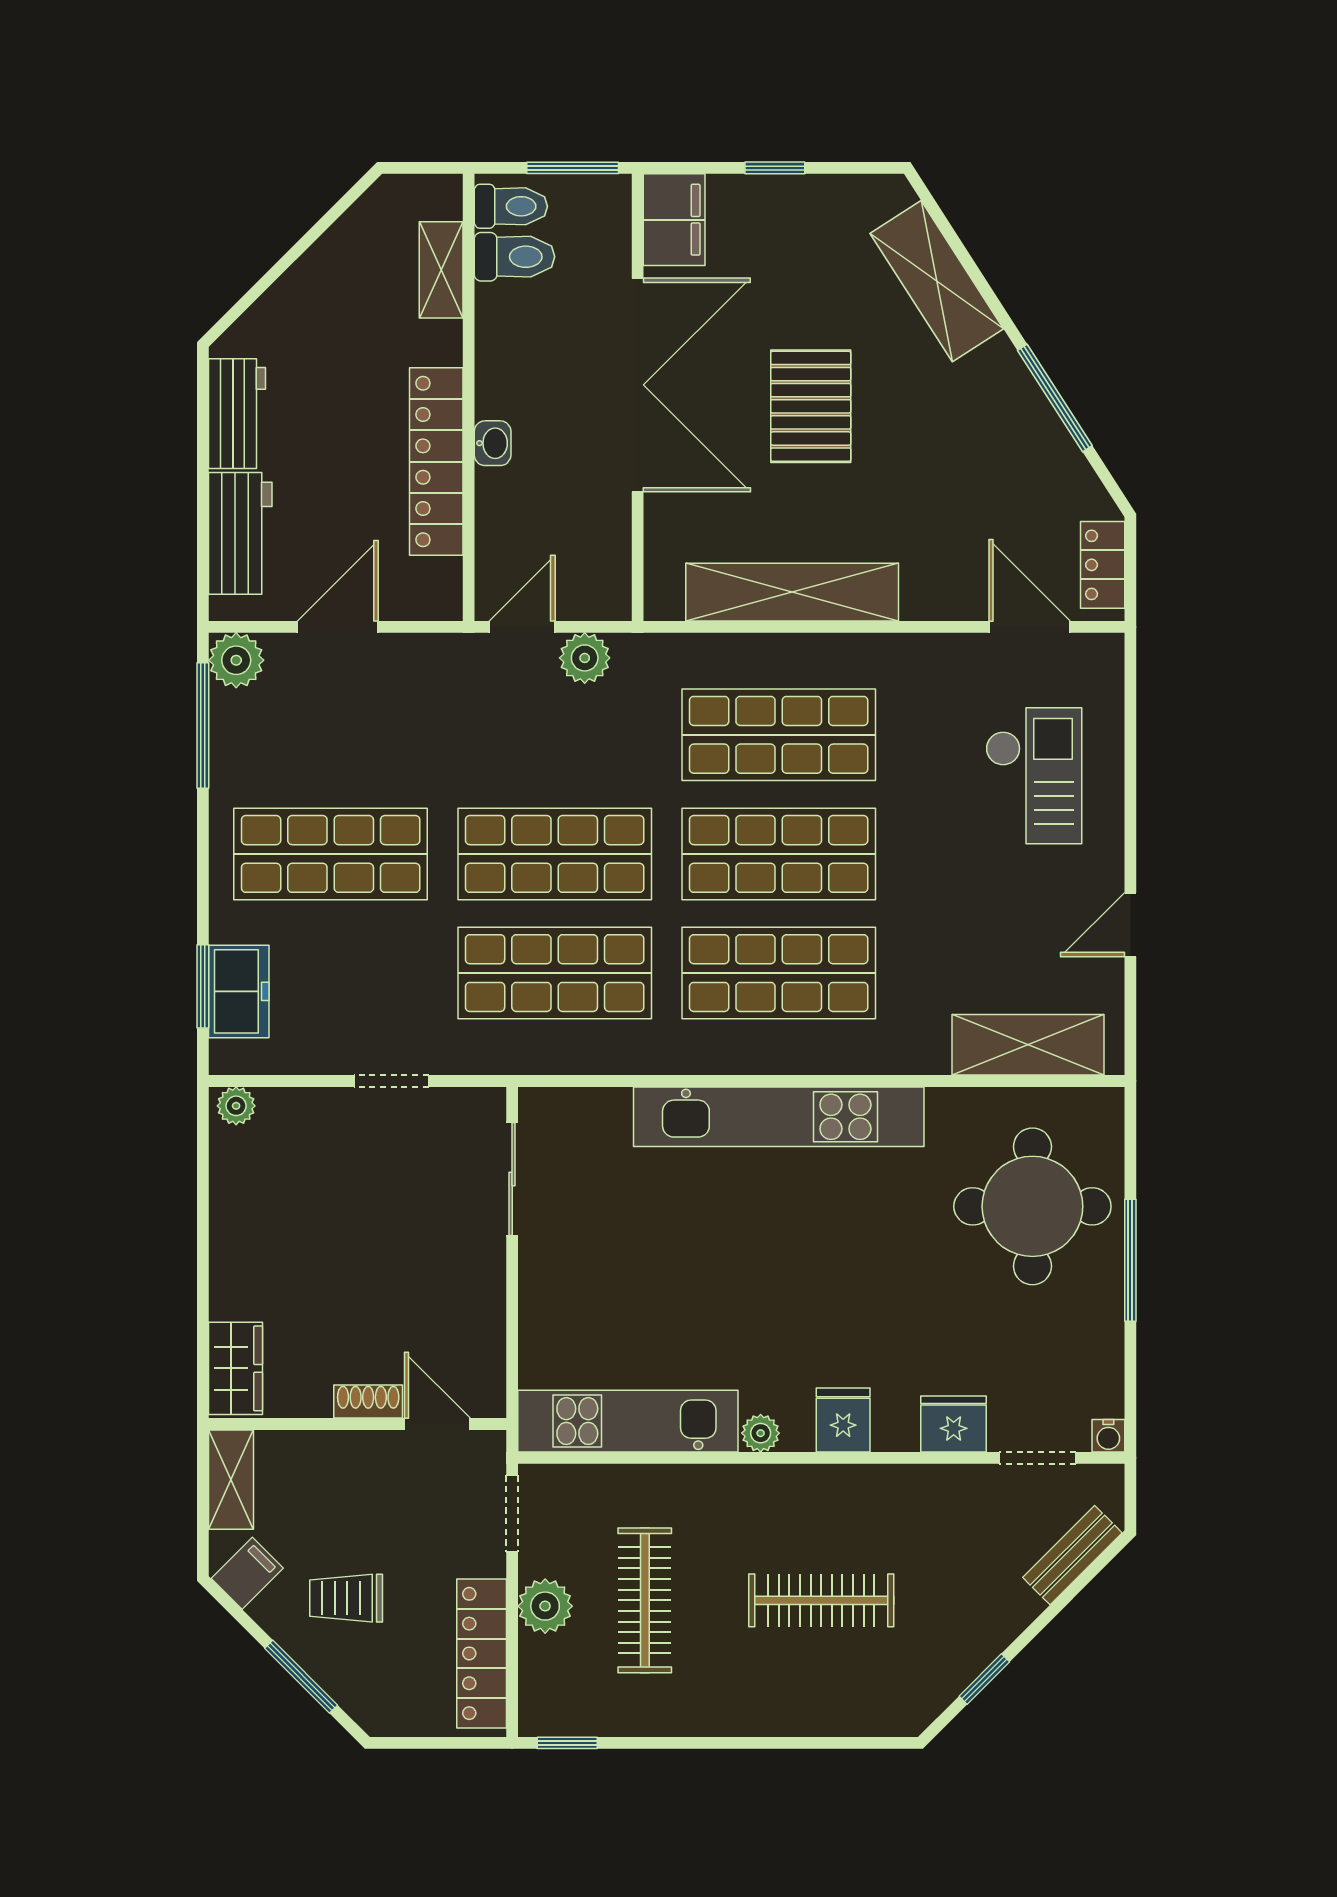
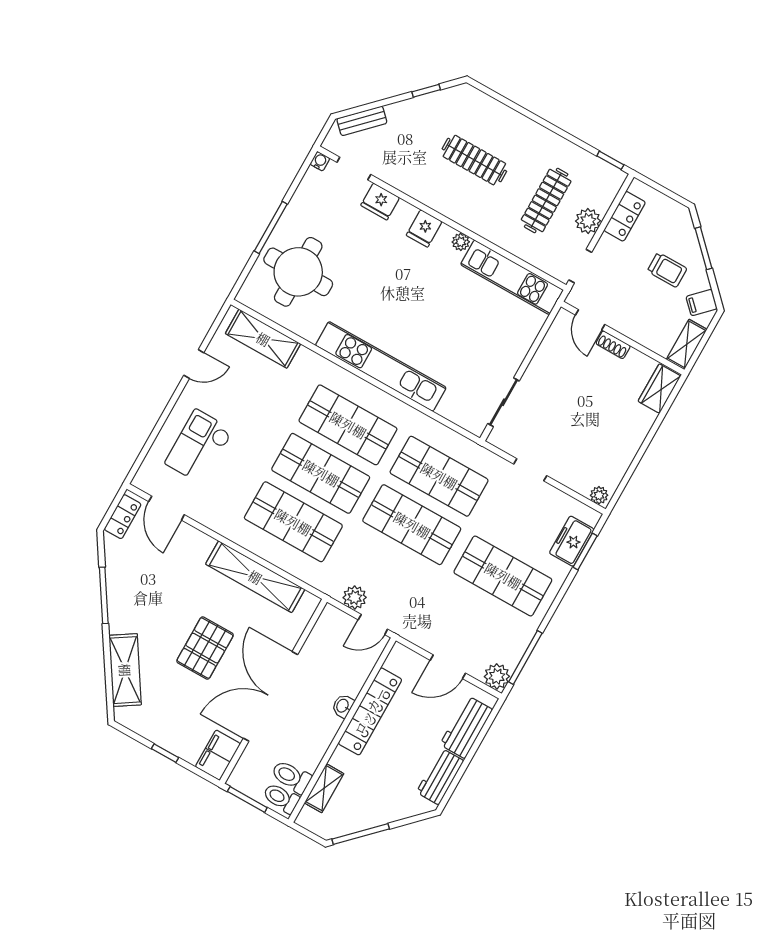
window: (325, 223) -> (361, 834), added
locker: (482, 1653) -> (625, 216), width x0.66

